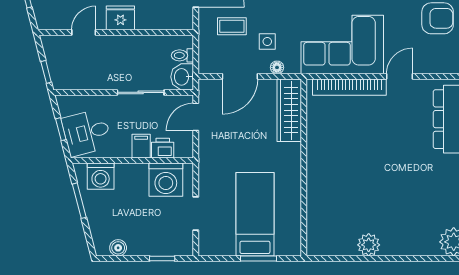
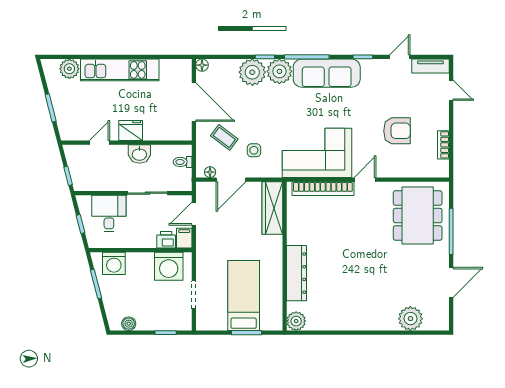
coffee table: (232, 26) -> (224, 137), turned 37
floor lamp: (277, 67) -> (210, 172), moved
washbasin: (182, 77) -> (139, 154), moved, turned -90
desk: (87, 133) -> (109, 213), moved, turned 104
filing cabinet: (141, 146) -> (184, 238), moved
dresser: (318, 188) -> (296, 273), added
plant: (369, 245) -> (296, 321), moved

